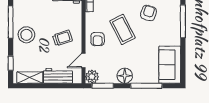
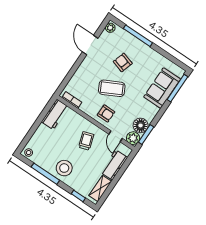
armchair: (148, 13) -> (123, 62), moved
sofa: (170, 65) -> (162, 88), moved, turned 90
floor lamp: (125, 76) -> (141, 125), moved
window: (146, 86) -> (177, 88), moved

